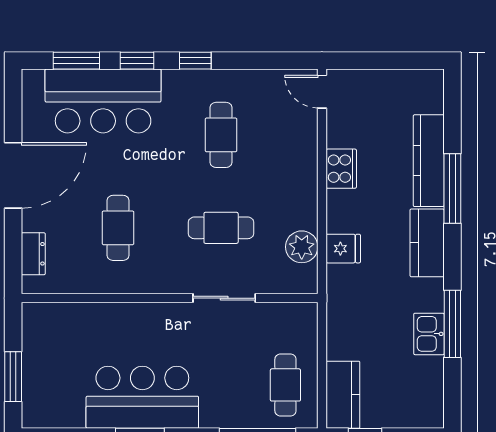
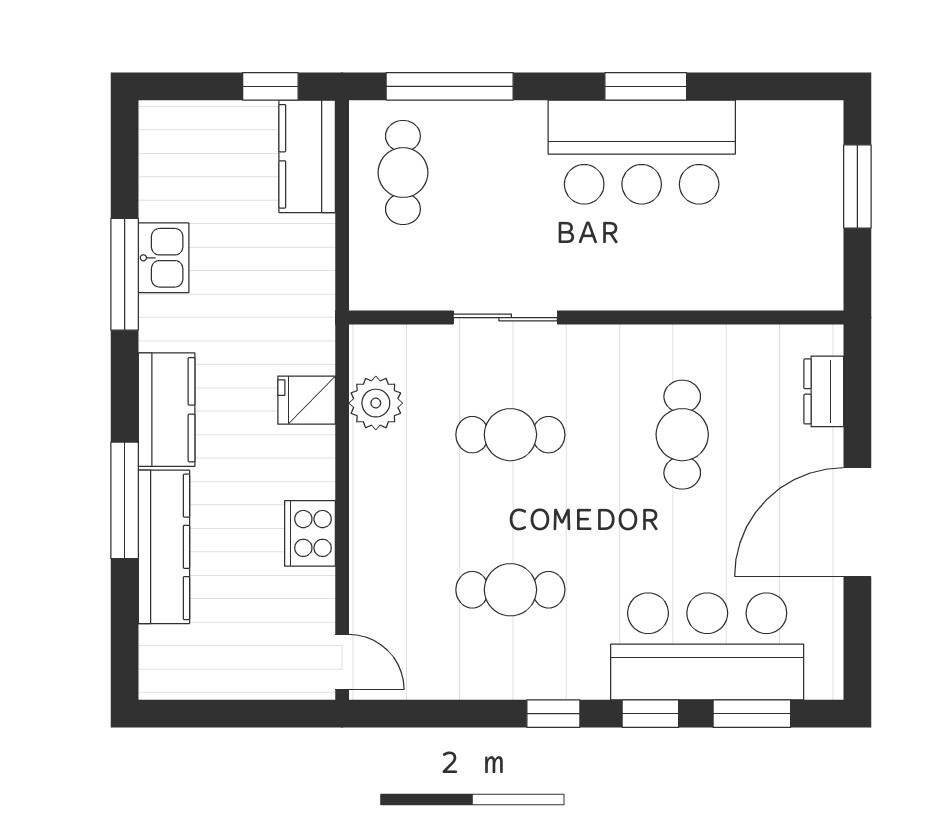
cafe table: (221, 135) -> (510, 590), turned 90

